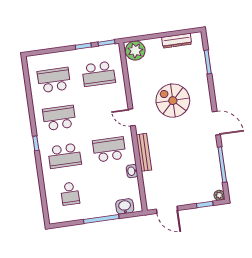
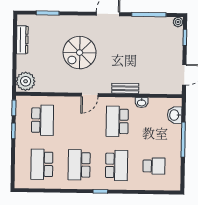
bench: (144, 152) -> (125, 88), width x0.73

